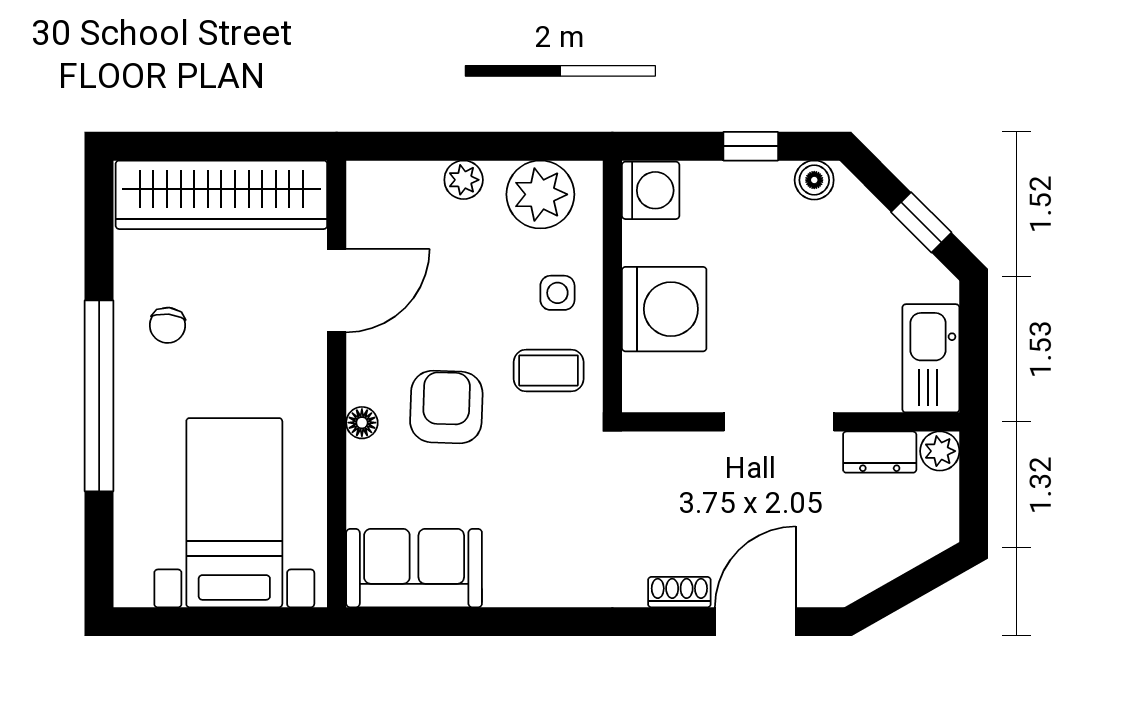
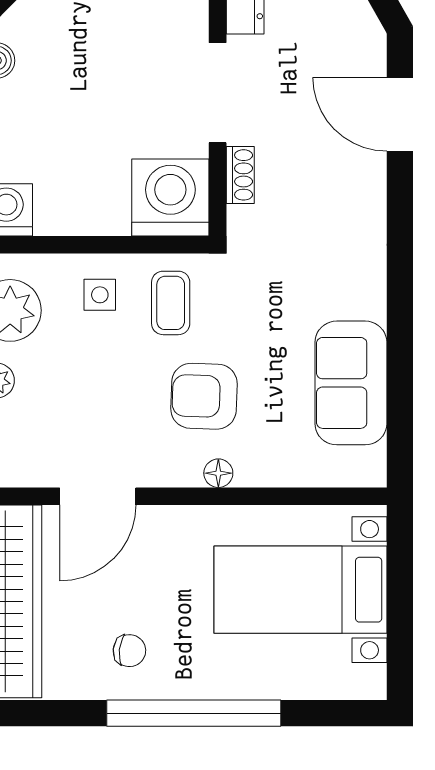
door: (337, 291) -> (98, 496), swing flipped
washing machine: (664, 309) -> (170, 197), moved
sofa: (414, 568) -> (351, 383), moved
shoe rack: (679, 592) -> (240, 175), moved, turned 180

